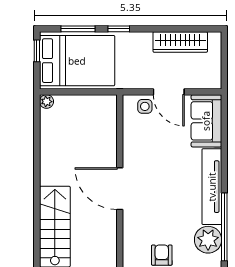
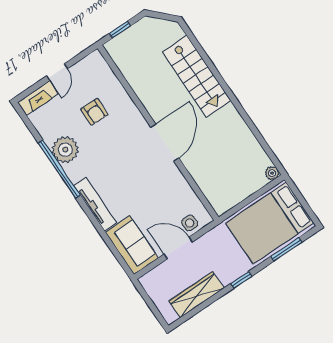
window: (119, 29) -> (241, 280), moved
window: (37, 51) -> (308, 209), removed
tv unit: (212, 187) -> (95, 204), width x0.73, depth x0.78
door: (120, 189) -> (165, 143), hinge flipped

